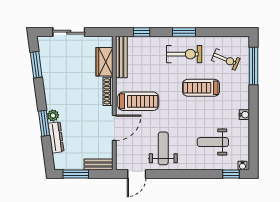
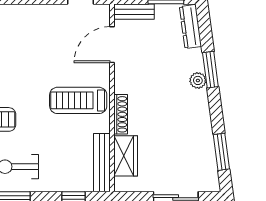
door: (114, 128) -> (112, 45), moved
dresser: (56, 137) -> (190, 26), moved
weight bench: (163, 148) -> (43, 34), removed

